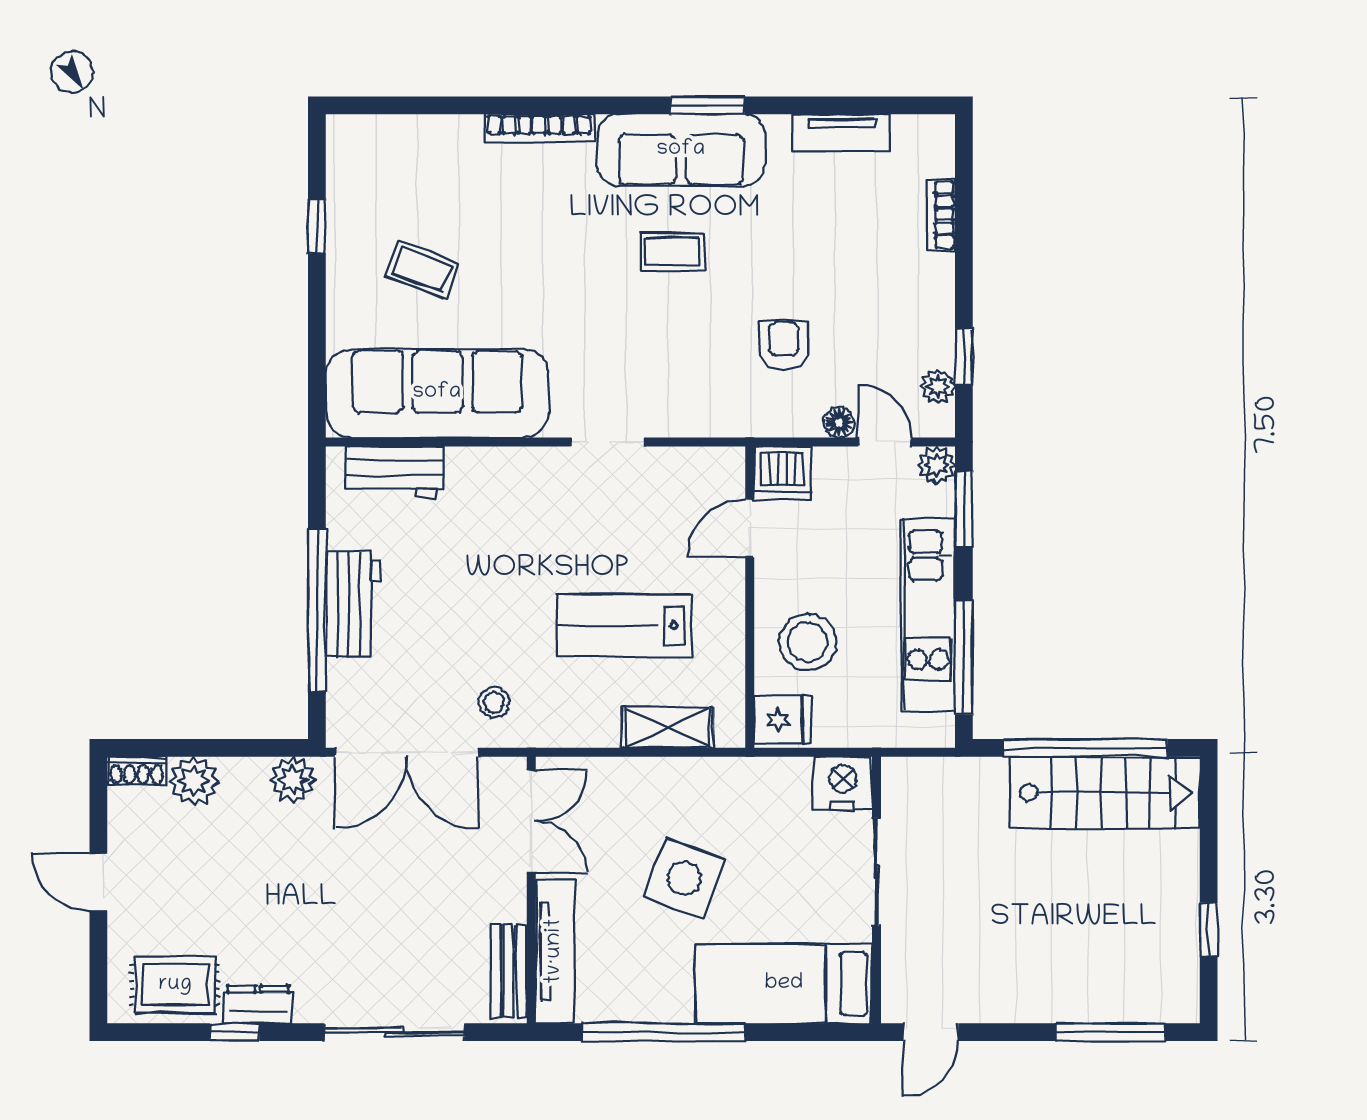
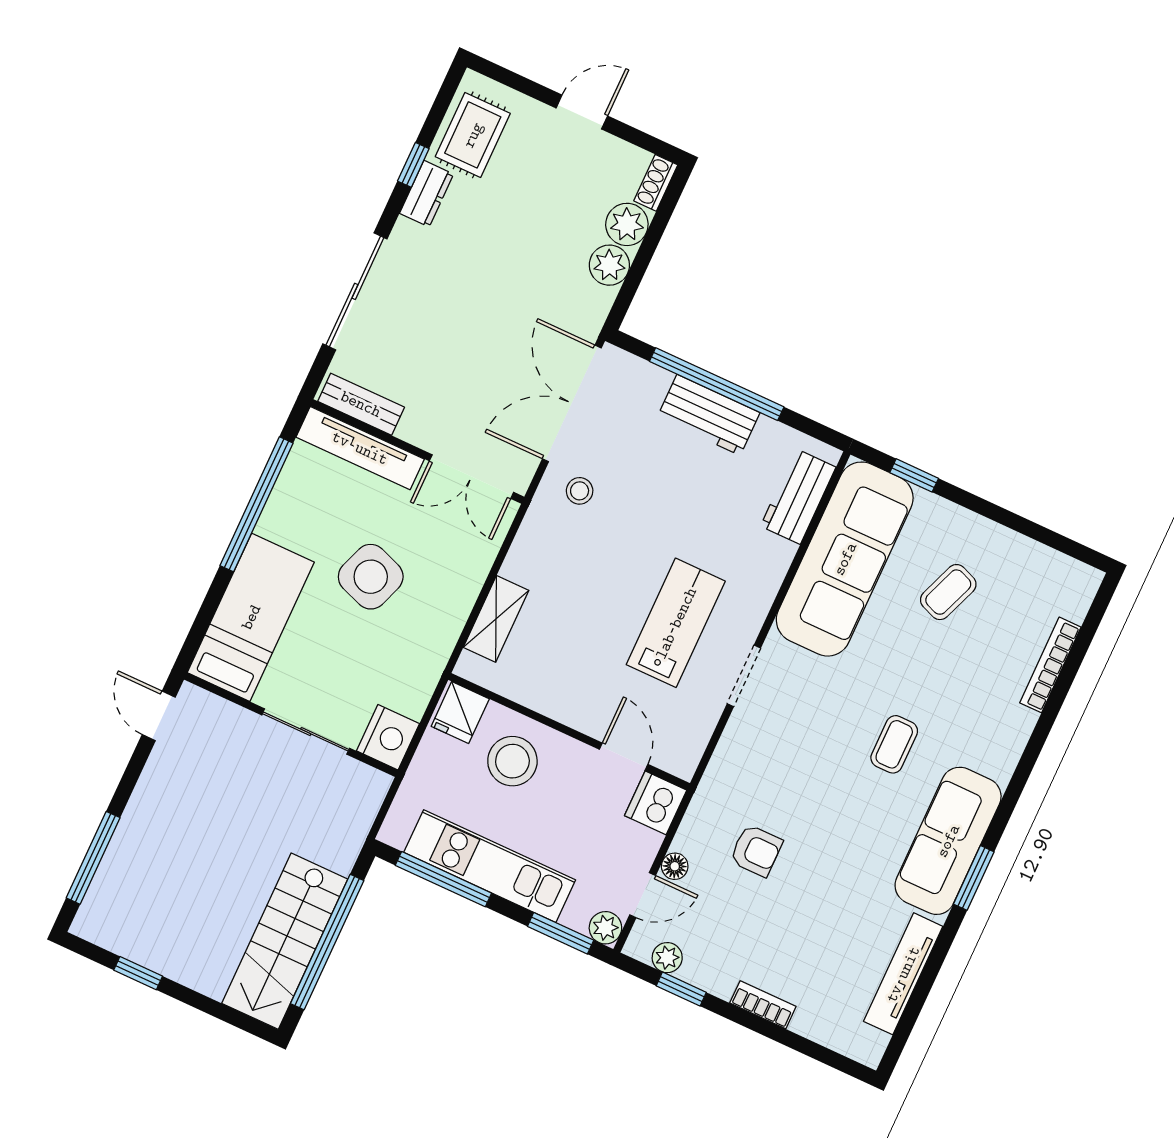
bookcase: (539, 128) -> (1050, 665), moved
tv unit: (841, 133) -> (903, 974), width x1.41
bookcase: (941, 215) -> (763, 1005), moved
window: (317, 226) -> (914, 475), moved
coffee table: (672, 252) -> (894, 744), moved
lab bench: (624, 625) -> (676, 623), moved
plant: (293, 780) -> (609, 265), moved

